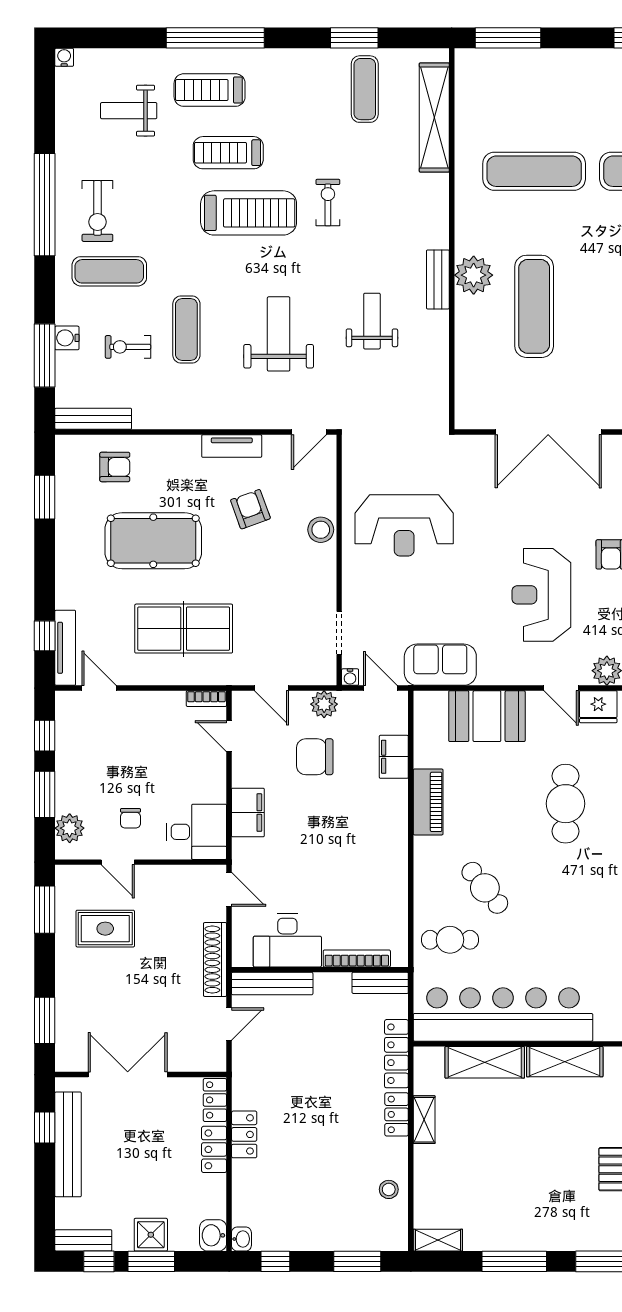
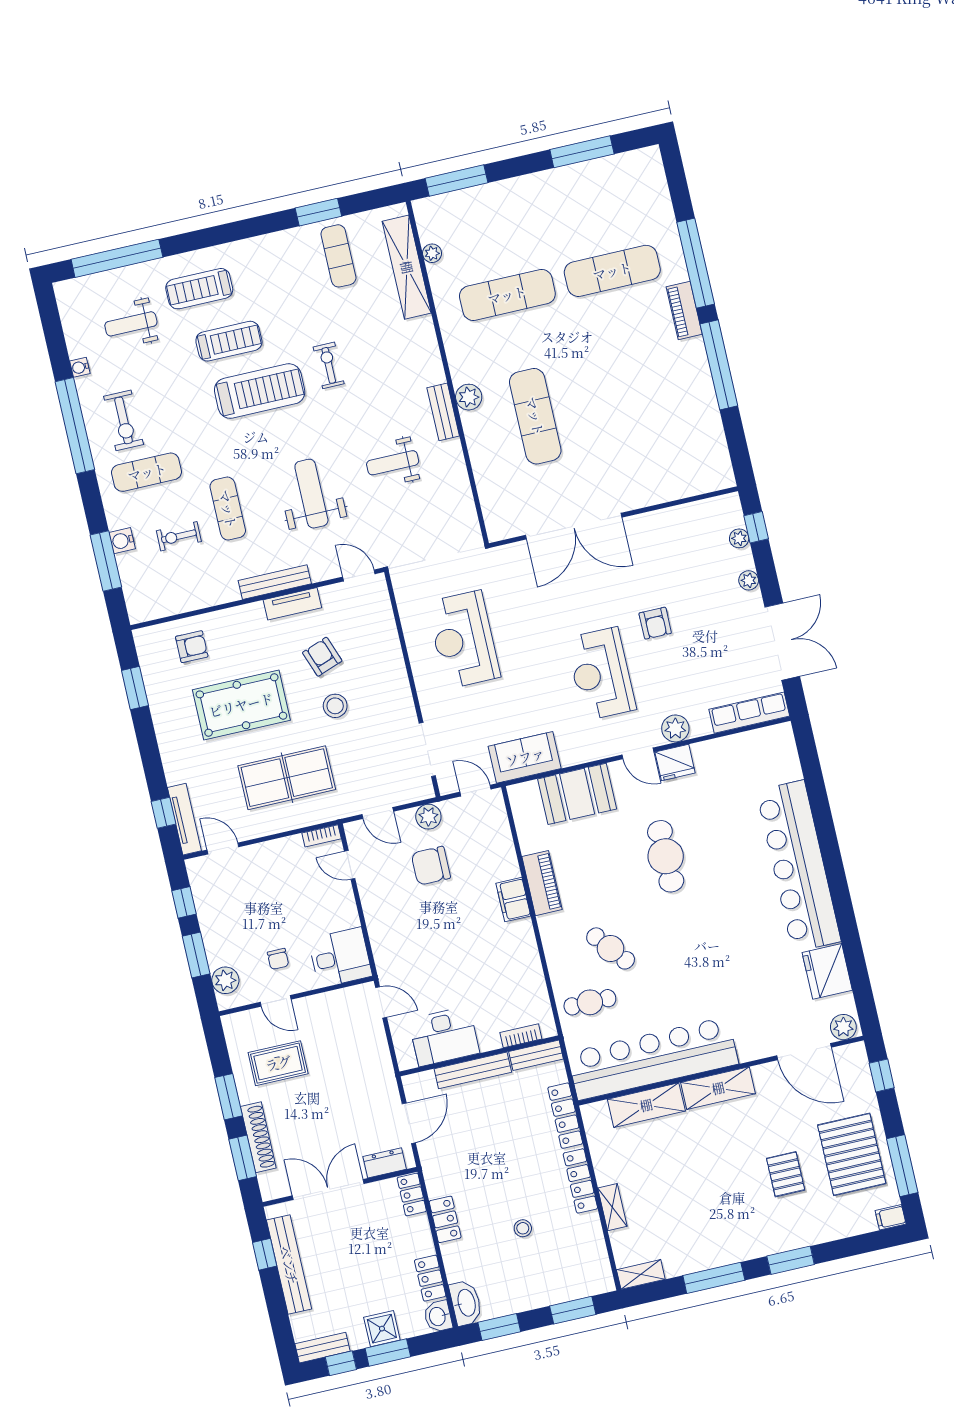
window: (215, 38) -> (117, 258), moved
water cooler: (64, 57) -> (80, 367), moved, turned -90
plant: (464, 109) -> (432, 253), added
treadmill: (228, 153) -> (229, 341), turned 180
plant: (474, 275) -> (469, 397), width x0.73, depth x0.73
weight bench: (372, 321) -> (393, 463), turned -90
bench: (93, 419) -> (275, 582), moved
door: (309, 432) -> (359, 575), swing flipped
reception desk: (404, 525) -> (464, 640), turned 90
stool: (321, 530) -> (335, 706), moved
doorway: (339, 633) -> (427, 750), width x1.38
water cooler: (350, 677) -> (446, 787), removed
filing cabinet: (394, 757) -> (513, 900), moved
filing cabinet: (248, 813) -> (382, 930), removed
window: (45, 910) -> (229, 1097), moved
bookcase: (357, 958) -> (521, 1036), width x0.64
shoe rack: (215, 960) -> (258, 1137), moved, turned 180
bench: (272, 984) -> (473, 1070), moved
door: (229, 1024) -> (409, 1123), width x1.38
dresser: (194, 1060) -> (385, 1163), added
locker: (397, 1114) -> (580, 1181), width x1.53
shelving: (424, 1120) -> (612, 1207), moved
locker: (214, 1149) -> (430, 1278), moved
stool: (389, 1189) -> (523, 1228), moved
washbasin: (241, 1239) -> (466, 1303), width x1.91, depth x1.45
window: (275, 1261) -> (499, 1327), width x1.50

